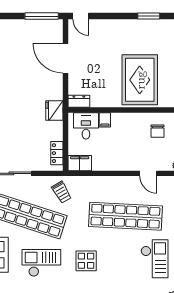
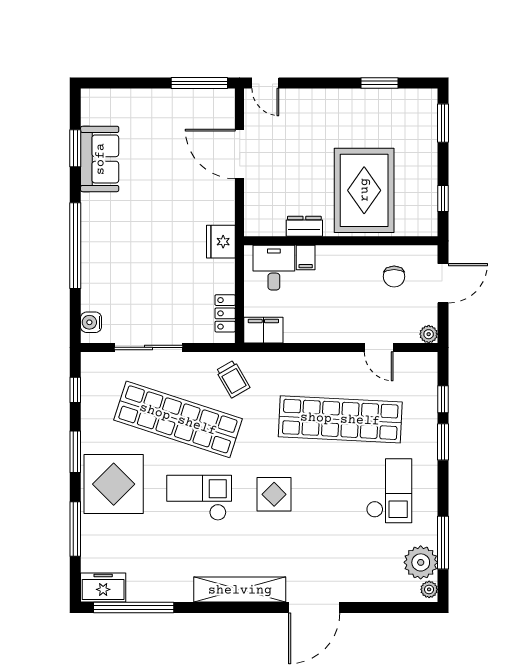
dresser: (79, 101) -> (304, 226), moved

